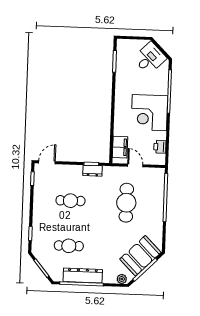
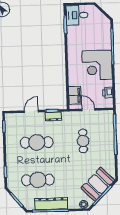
desk: (150, 58) -> (77, 15), moved, turned -135
door: (47, 162) -> (31, 111), moved
cafe table: (70, 201) -> (37, 142), width x1.37, depth x1.35
cafe table: (126, 203) -> (83, 141), width x0.73, depth x0.74
cafe table: (69, 246) -> (38, 180), width x1.37, depth x1.35

